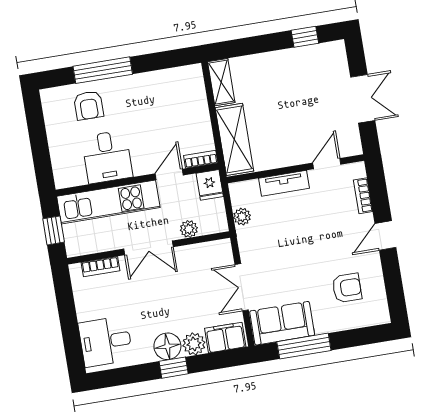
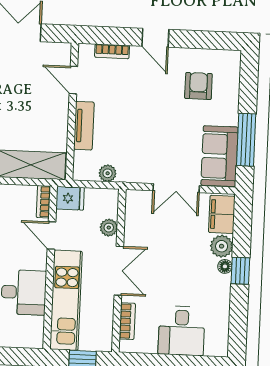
desk: (106, 341) -> (181, 331), moved
floor lamp: (167, 346) -> (225, 266), width x0.53, depth x0.53

